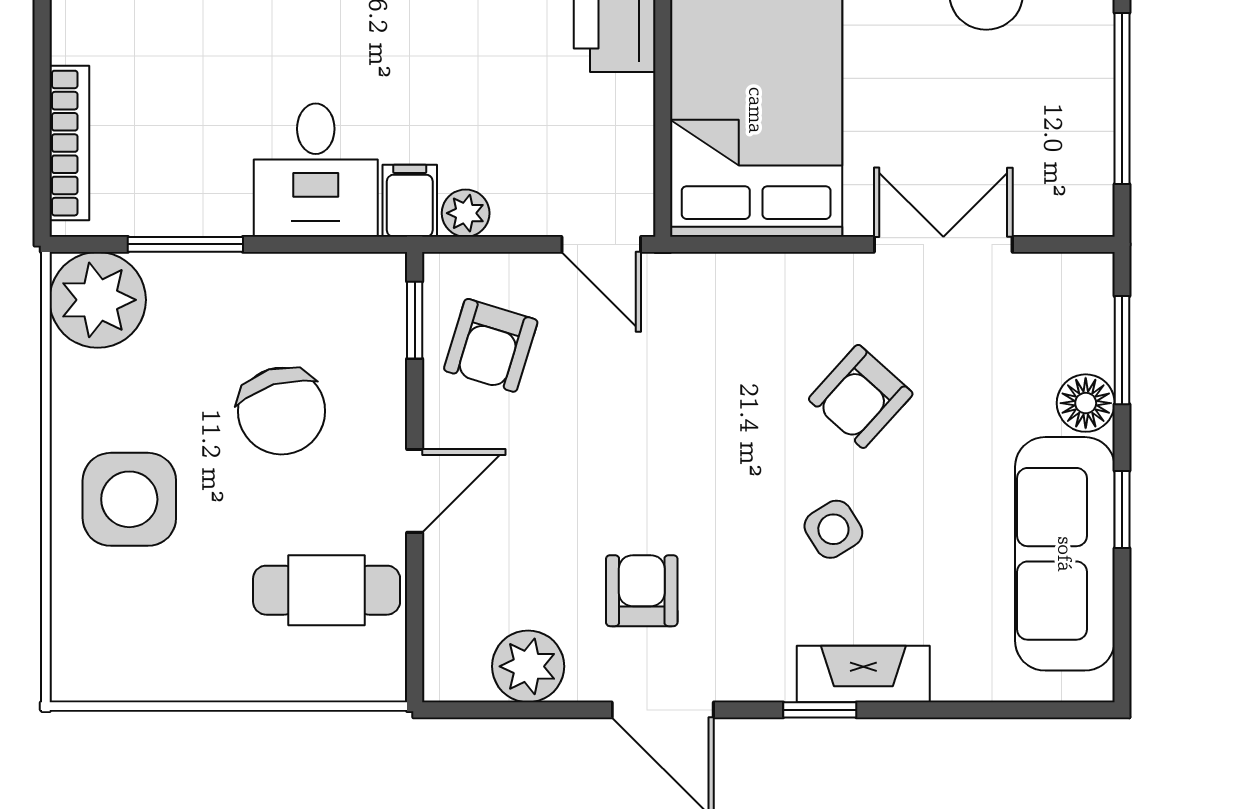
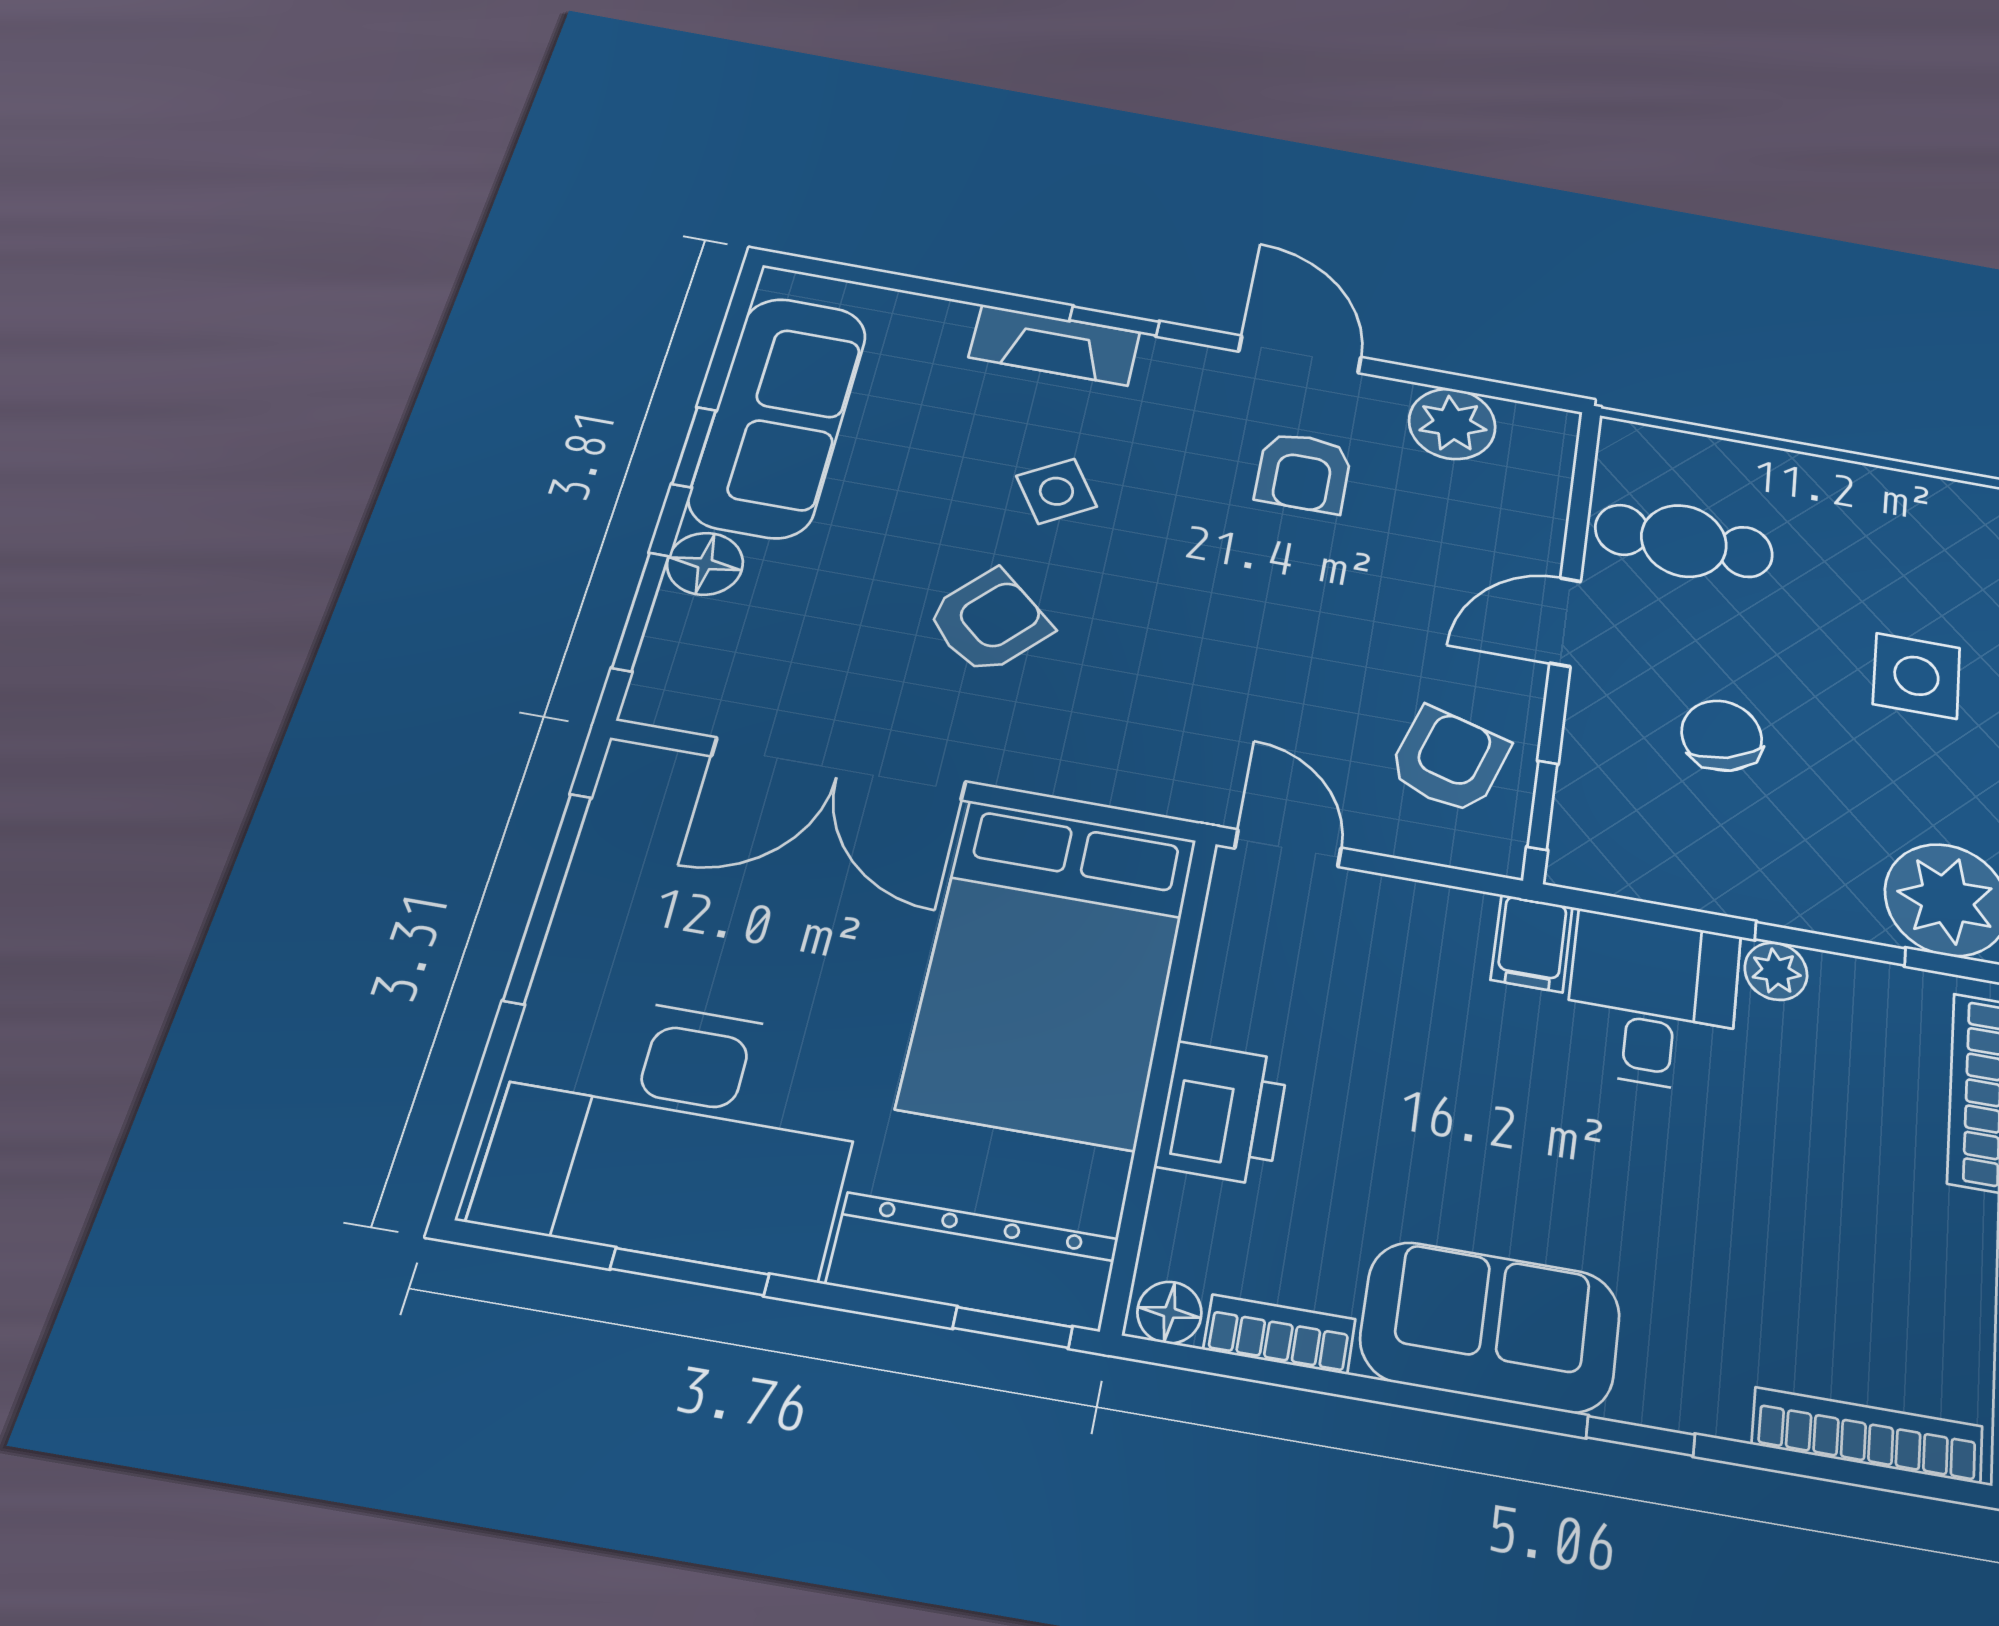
plant: (466, 213) -> (1776, 971), moved
double door: (943, 244) -> (839, 769), width x1.37
chair: (281, 411) -> (1722, 736), width x0.73, depth x0.73
side table: (129, 499) -> (1916, 676), width x0.73, depth x0.73

